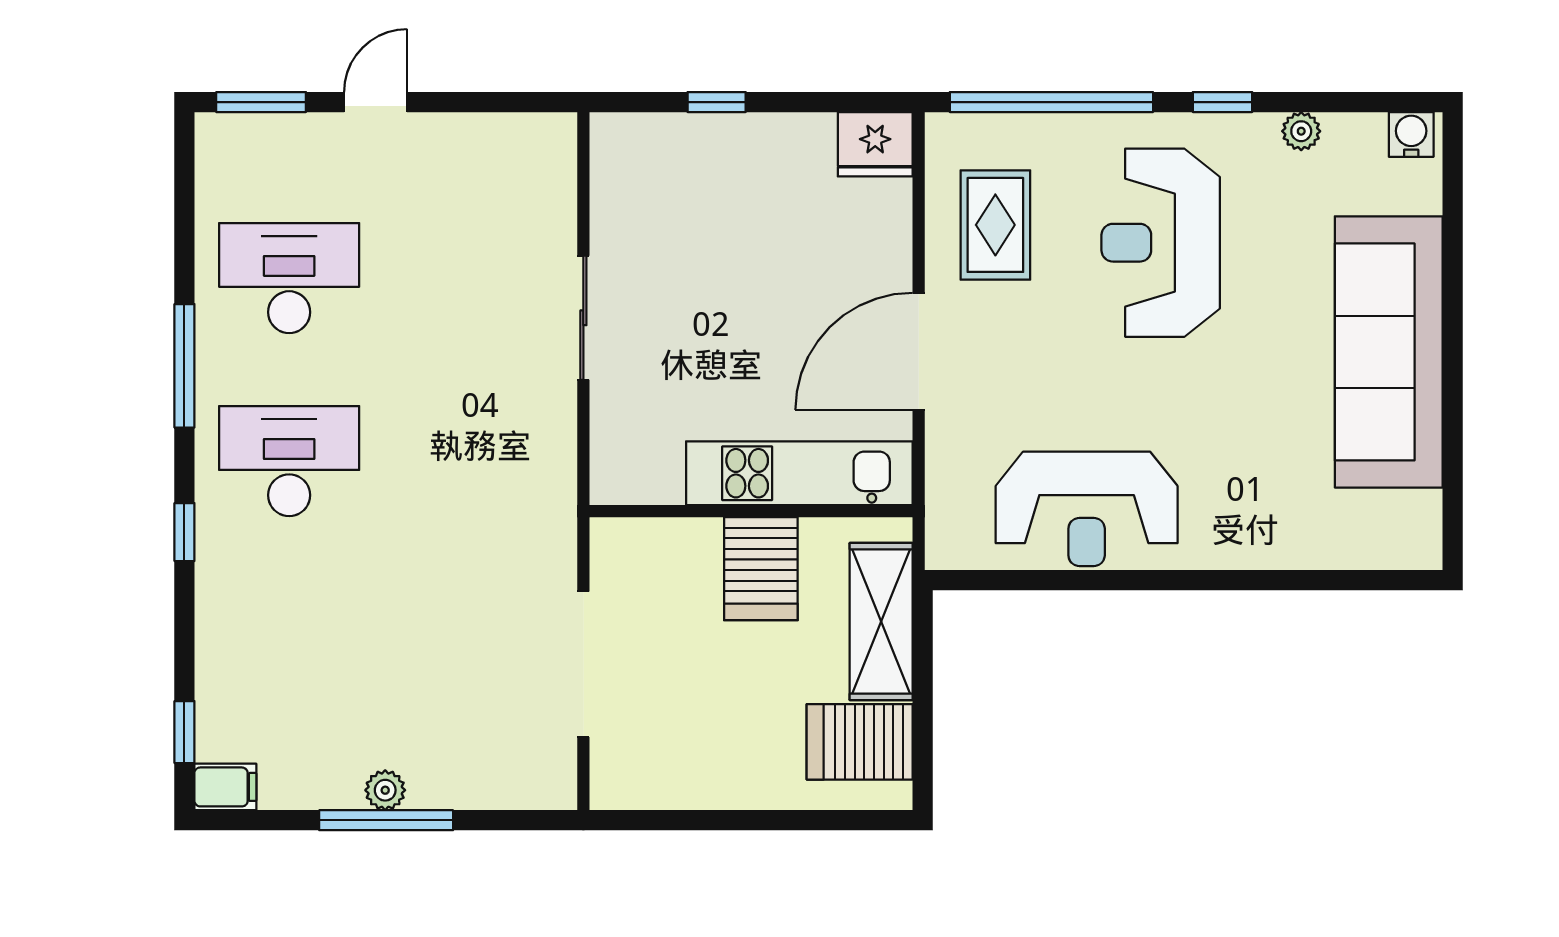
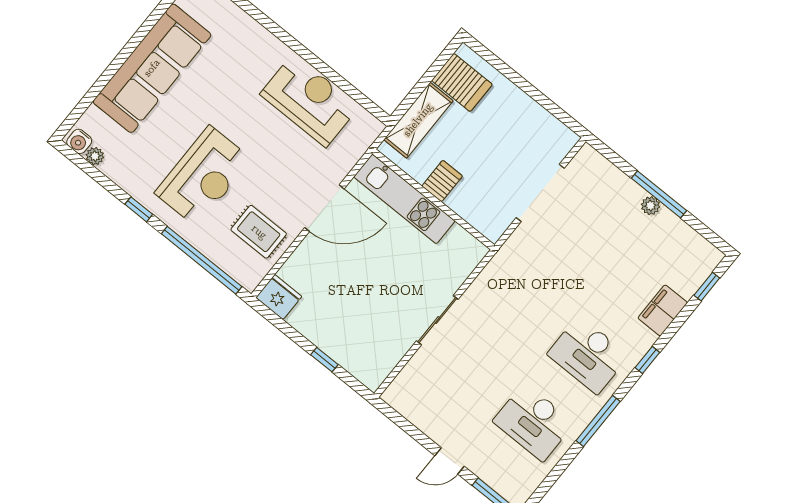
plant: (1301, 131) -> (95, 156), moved
rug: (995, 225) -> (259, 232), turned 90
server rack: (761, 569) -> (442, 181), width x0.73, depth x0.70
filing cabinet: (225, 787) -> (663, 310), moved, width x2.00

